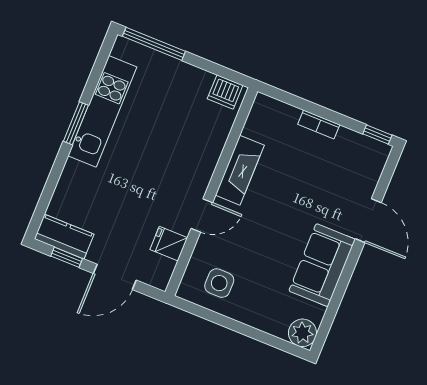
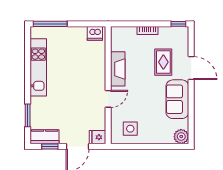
window: (76, 123) -> (28, 115), moved
rug: (324, 190) -> (163, 62), added
fridge: (169, 244) -> (97, 137), moved

